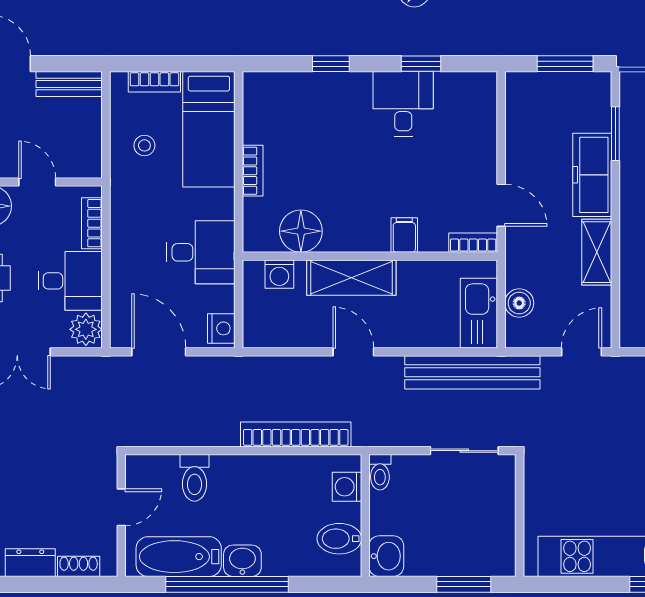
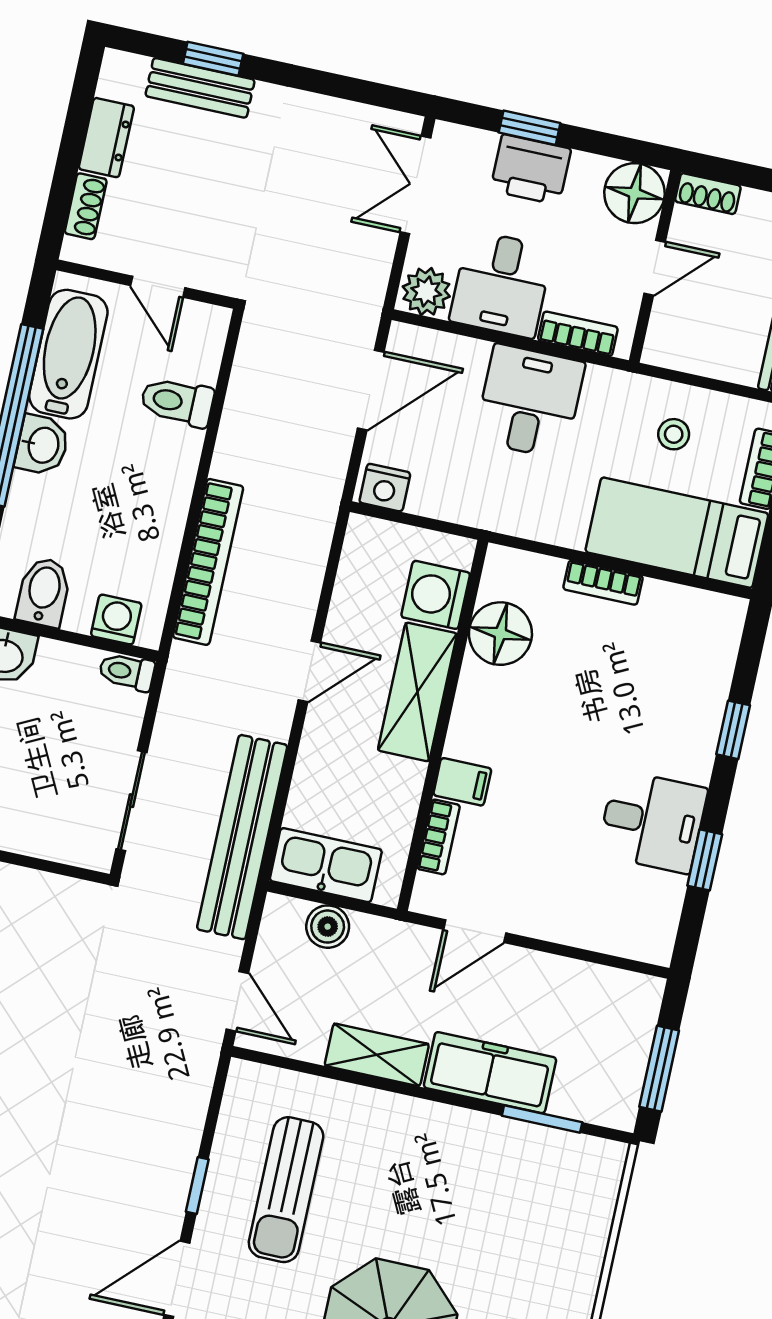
bookcase: (473, 243) -> (439, 837), moved
desk: (201, 252) -> (530, 402), moved, turned 180
washing machine: (279, 274) -> (436, 595), width x1.38, depth x1.38

